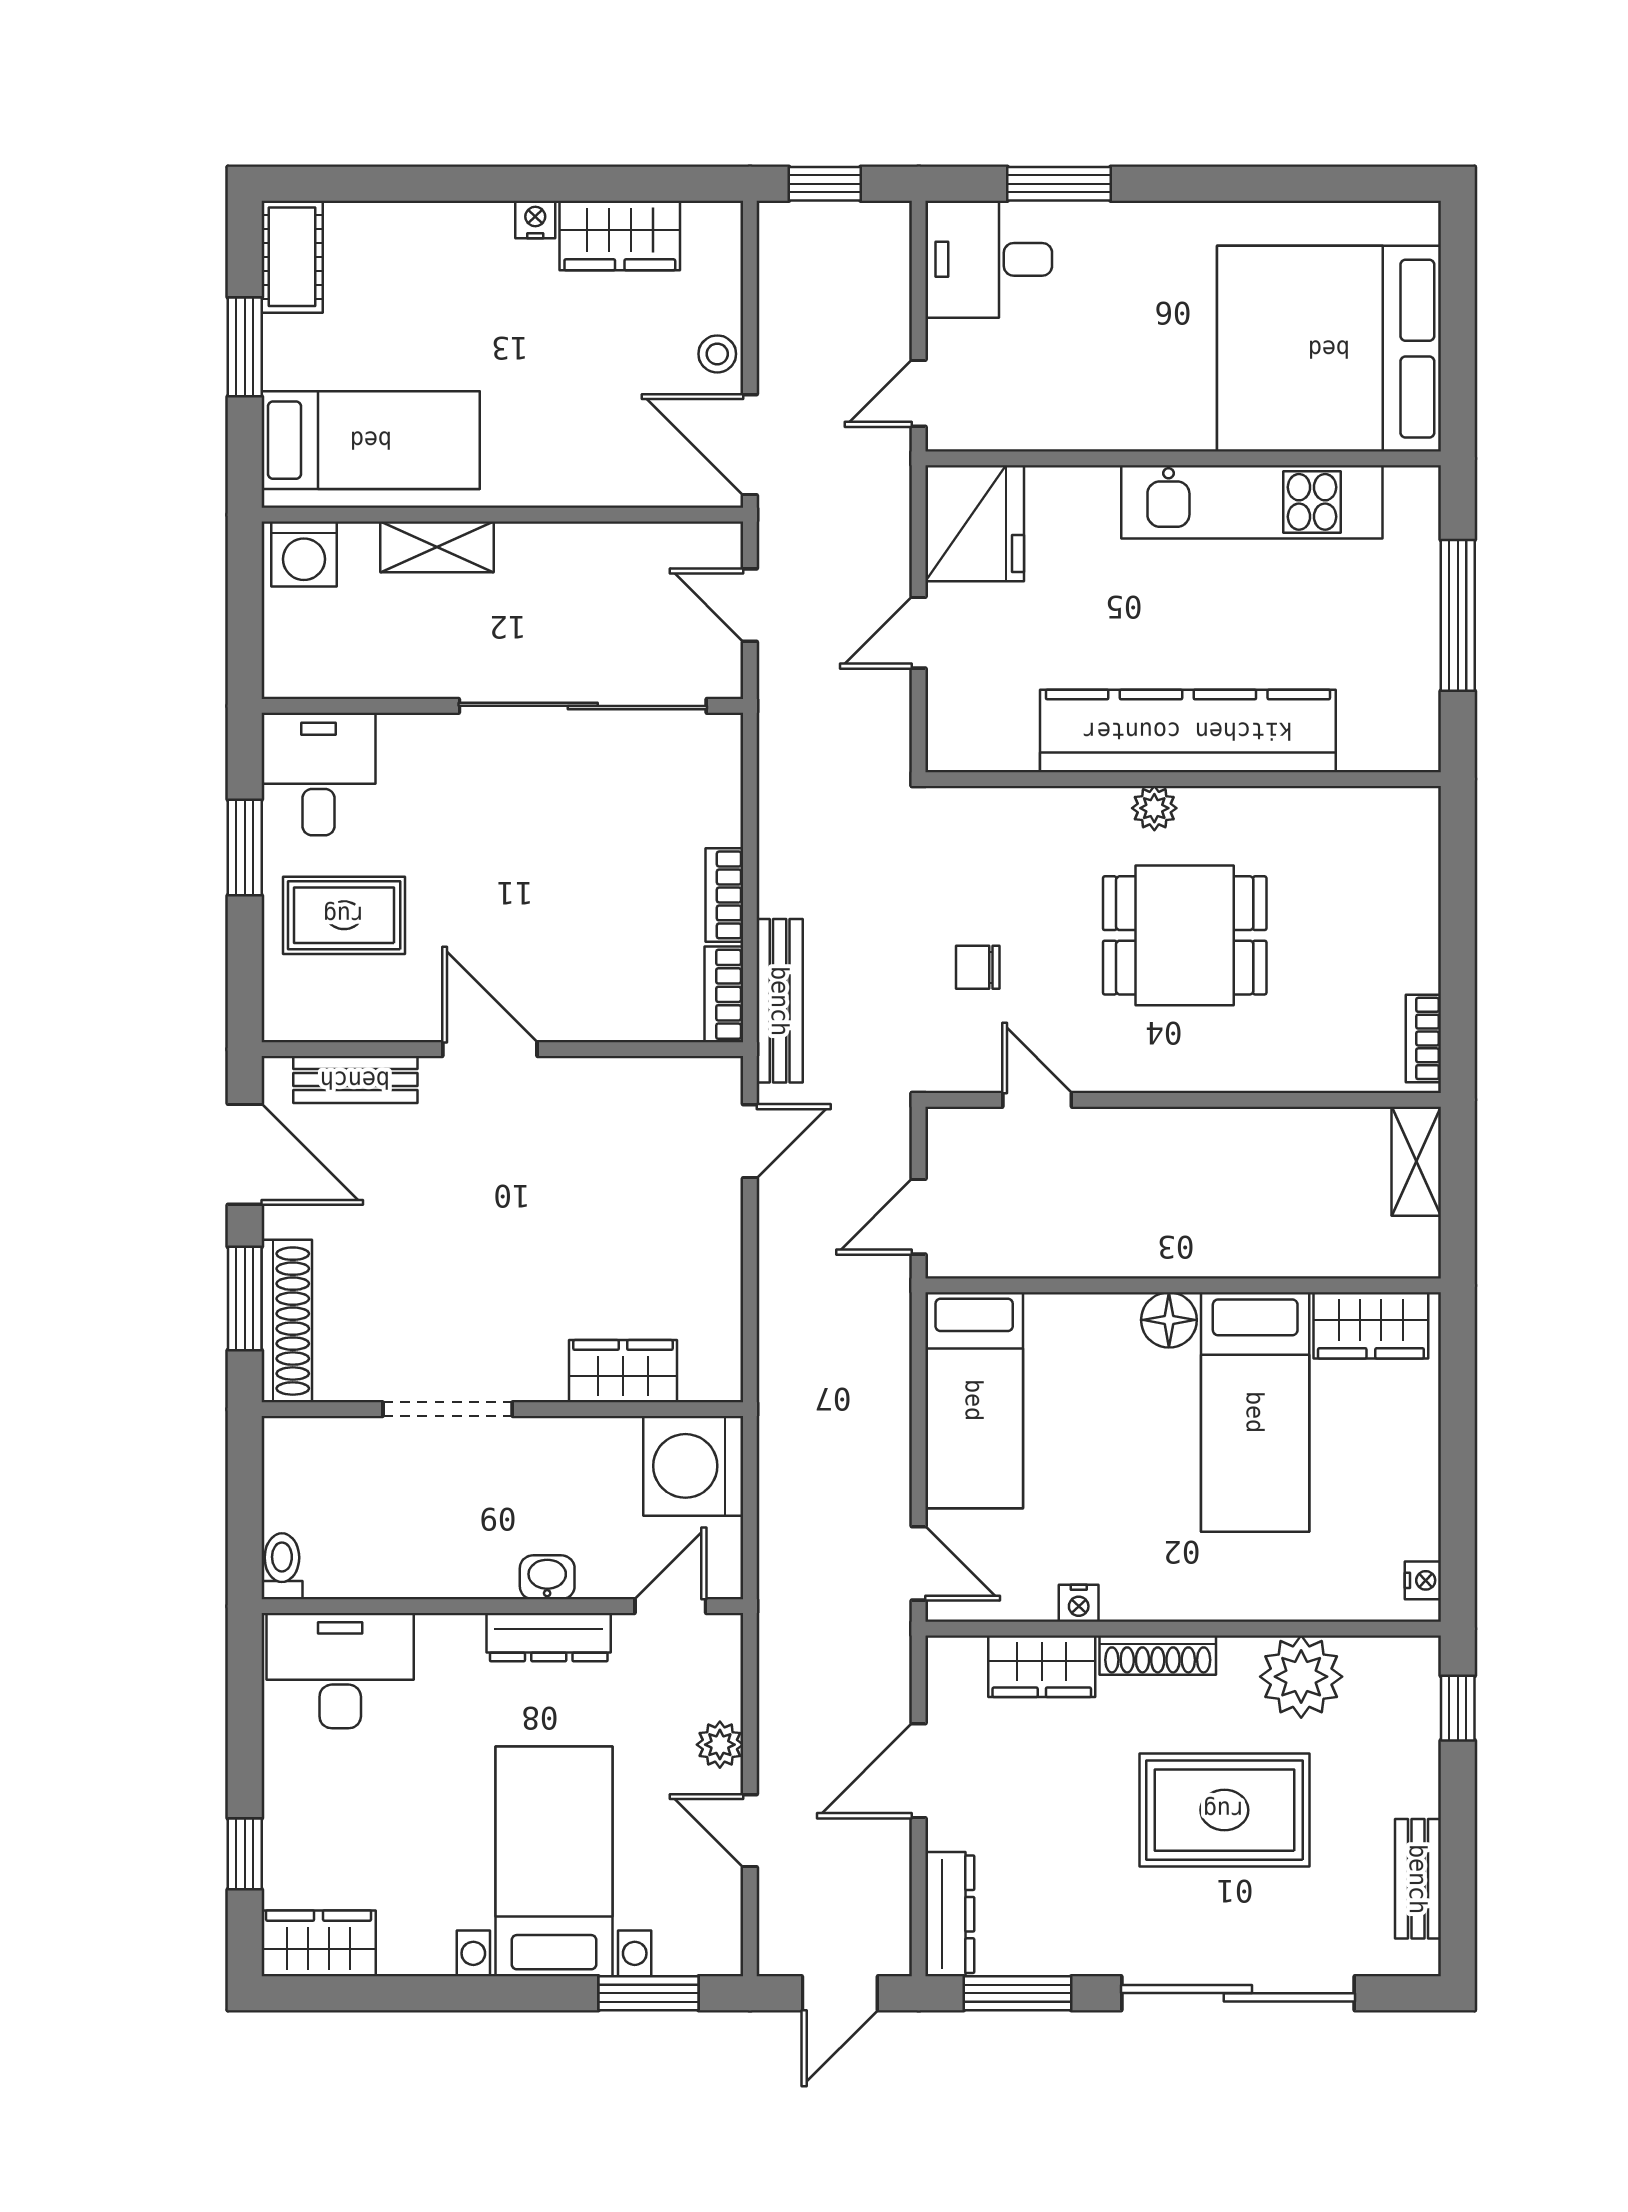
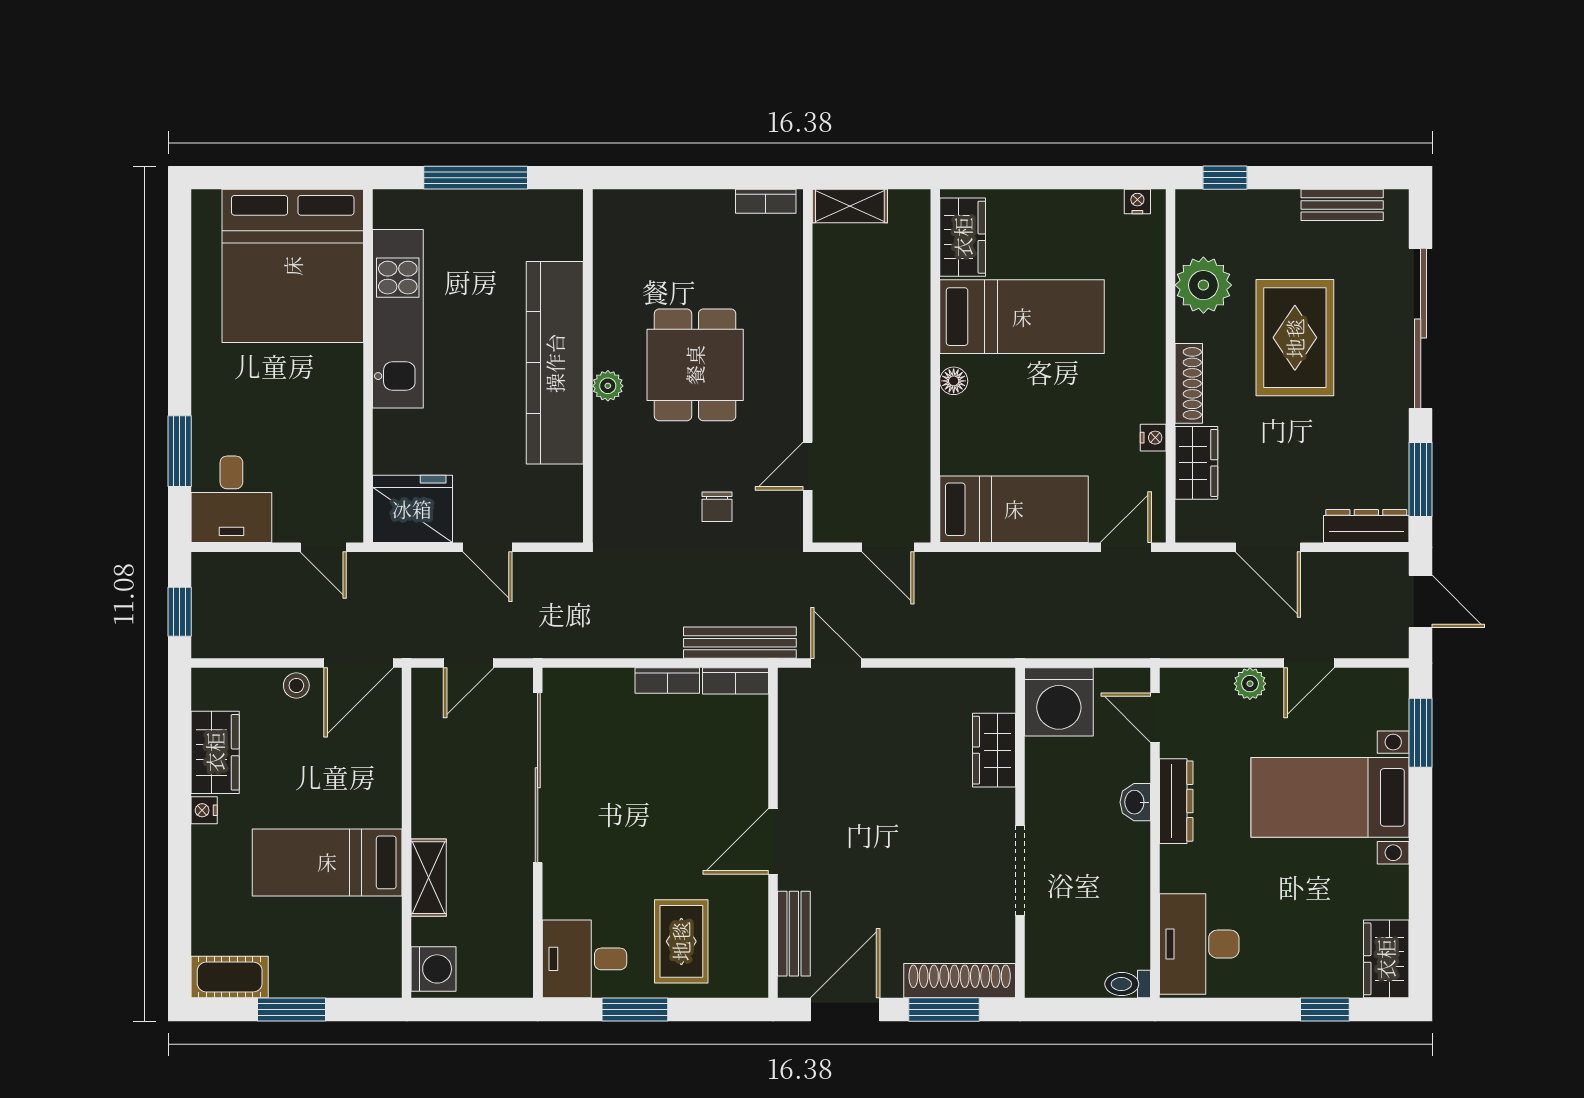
bed: (371, 440) -> (327, 862), moved, turned -90
floor lamp: (1169, 1320) -> (954, 381), width x0.73, depth x0.73

